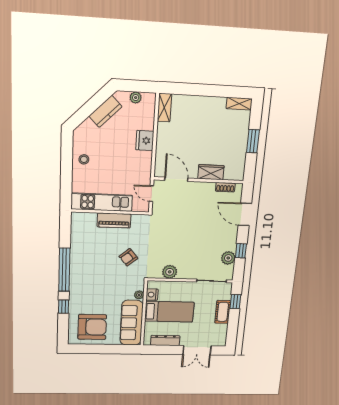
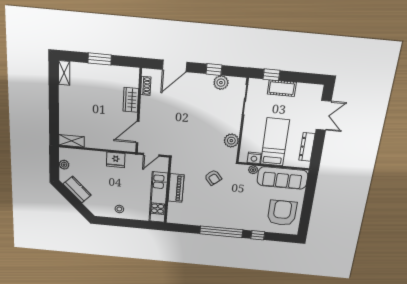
fridge: (145, 141) -> (116, 160), moved

